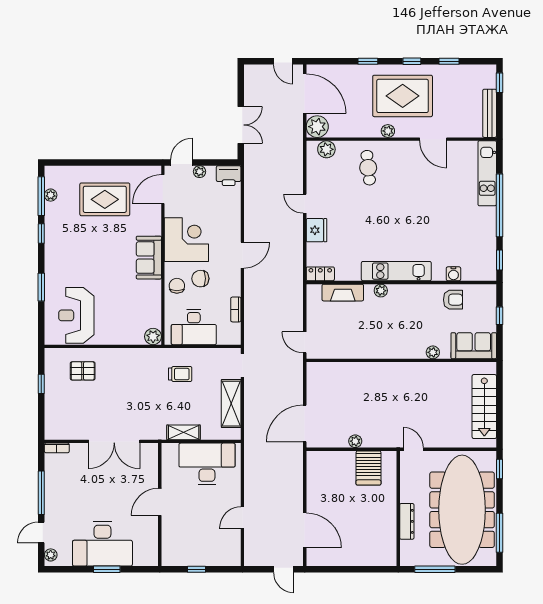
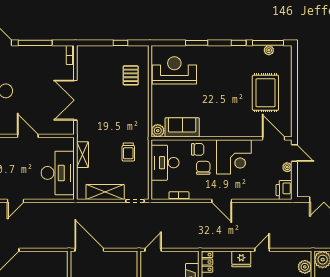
sofa: (149, 258) -> (182, 127), moved
door: (242, 518) -> (16, 201), swing flipped

